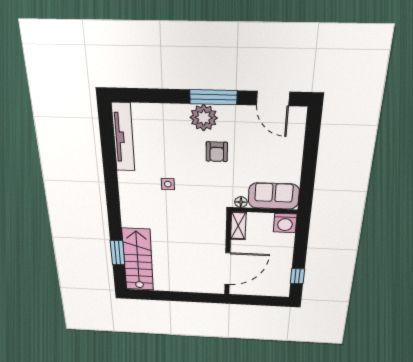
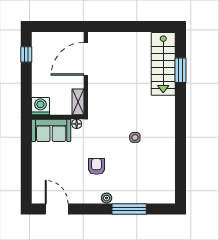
window: (213, 97) -> (129, 209), moved
plant: (204, 118) -> (107, 198), width x0.53, depth x0.53
tv unit: (123, 137) -> (168, 176), removed

